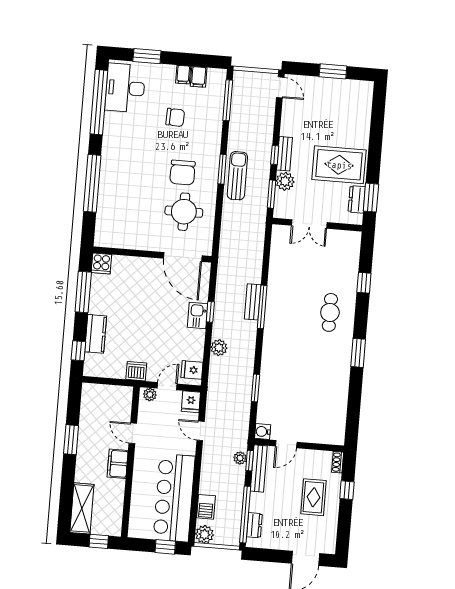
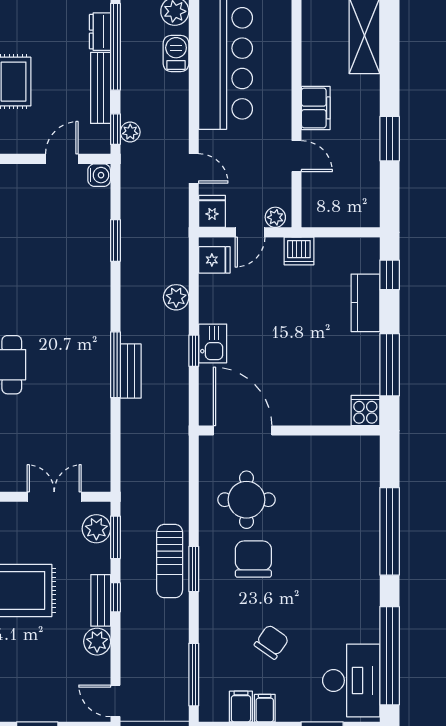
chair: (175, 117) -> (272, 642), turned 123
plant: (289, 127) -> (97, 642), added
plant: (285, 181) -> (96, 529), moved
bench: (259, 468) -> (101, 88), moved

